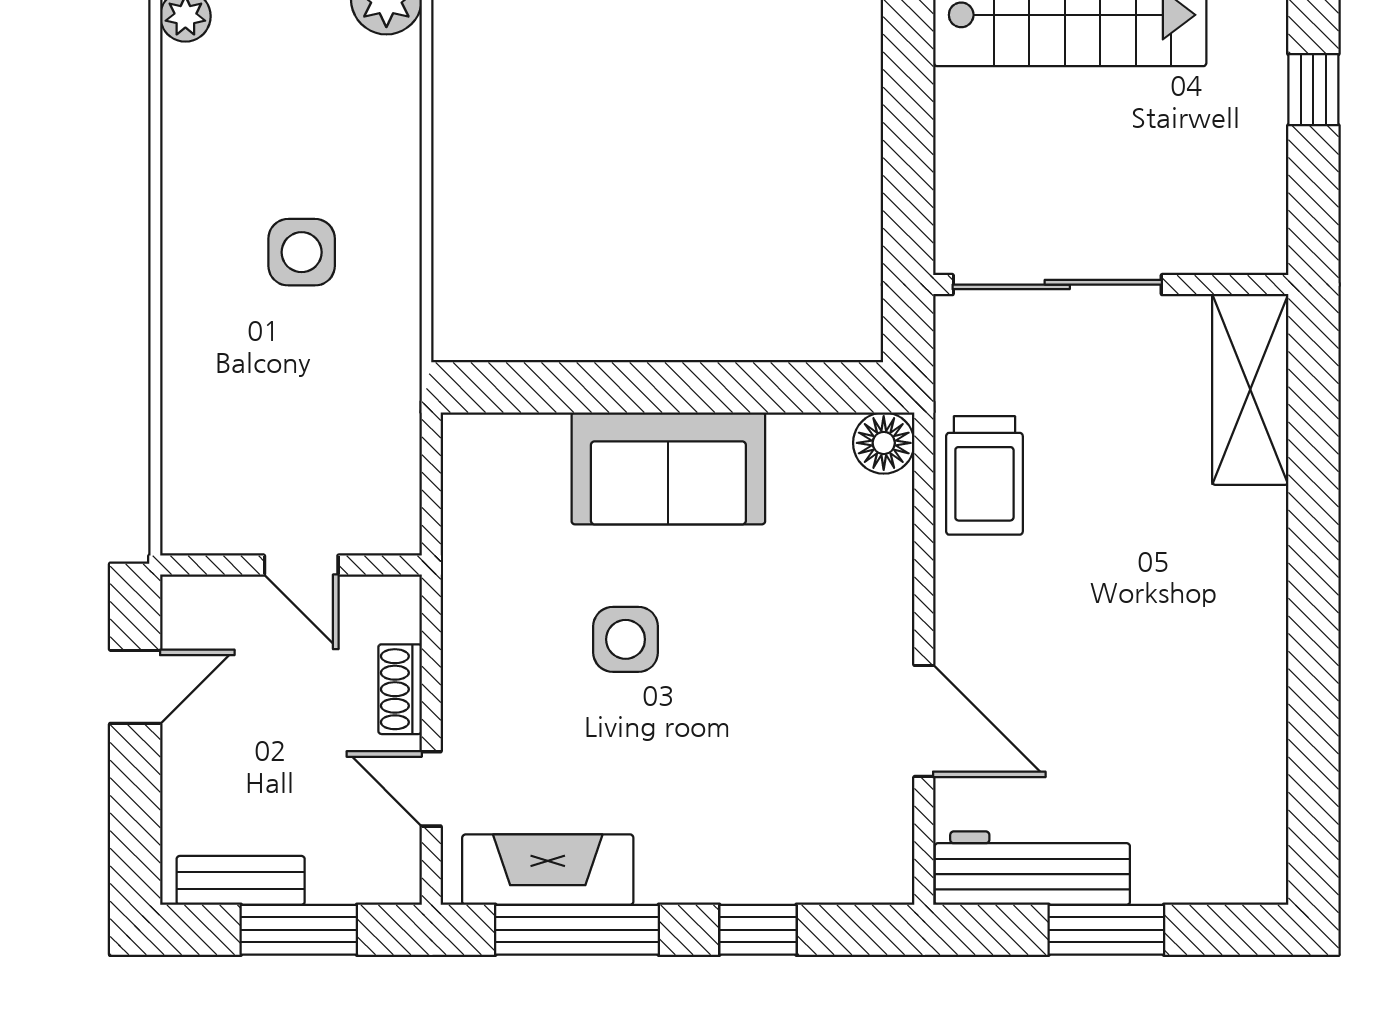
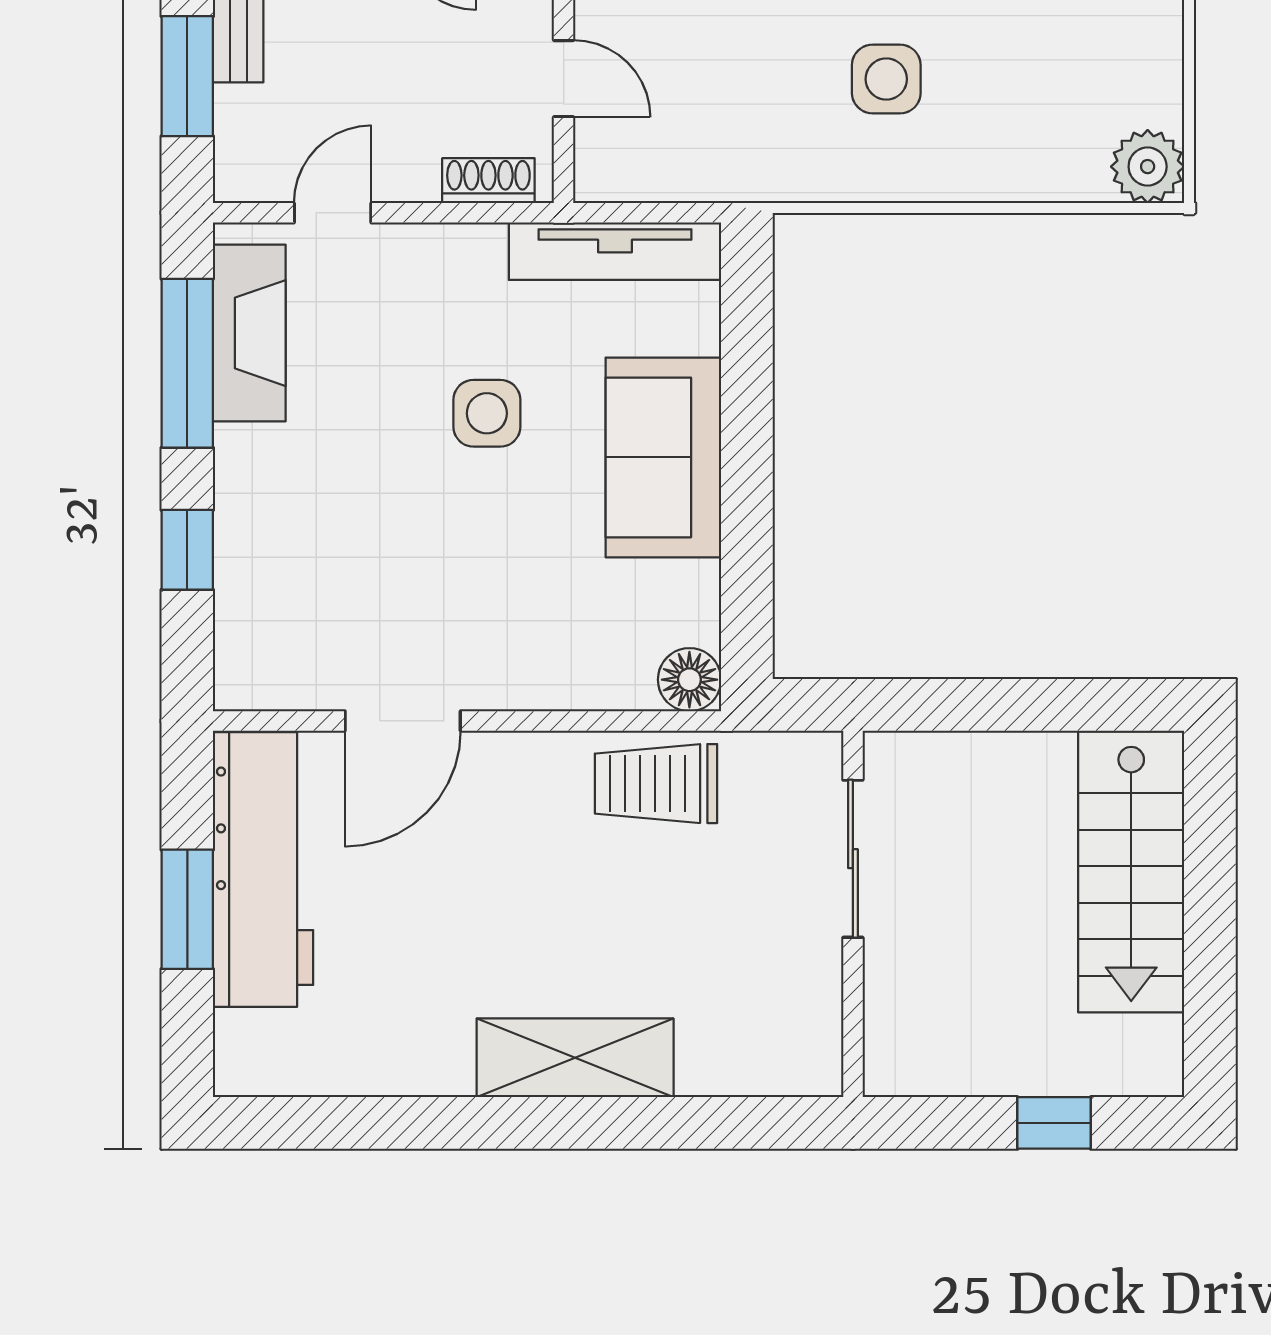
sliding door: (1057, 285) -> (853, 859), width x0.73
shelving: (1250, 389) -> (575, 1058), moved
tv unit: (468, 515) -> (615, 251), added
door: (301, 565) -> (564, 79), swing flipped
shoe rack: (400, 689) -> (488, 181), moved
workbench: (1032, 868) -> (263, 870), width x1.36, depth x1.32

